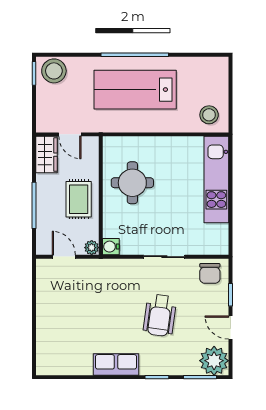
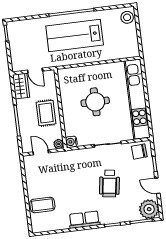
stool: (54, 71) -> (19, 30), removed
stool: (209, 115) -> (127, 17), moved
kitchen unit: (216, 180) -> (137, 99), width x1.36
round table: (132, 183) -> (95, 102), moved
chair: (210, 273) -> (139, 152), turned 86
coffee table: (56, 335) -> (42, 205), added

